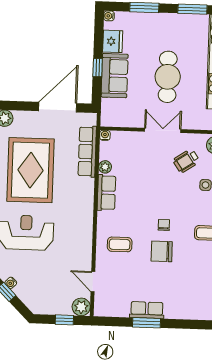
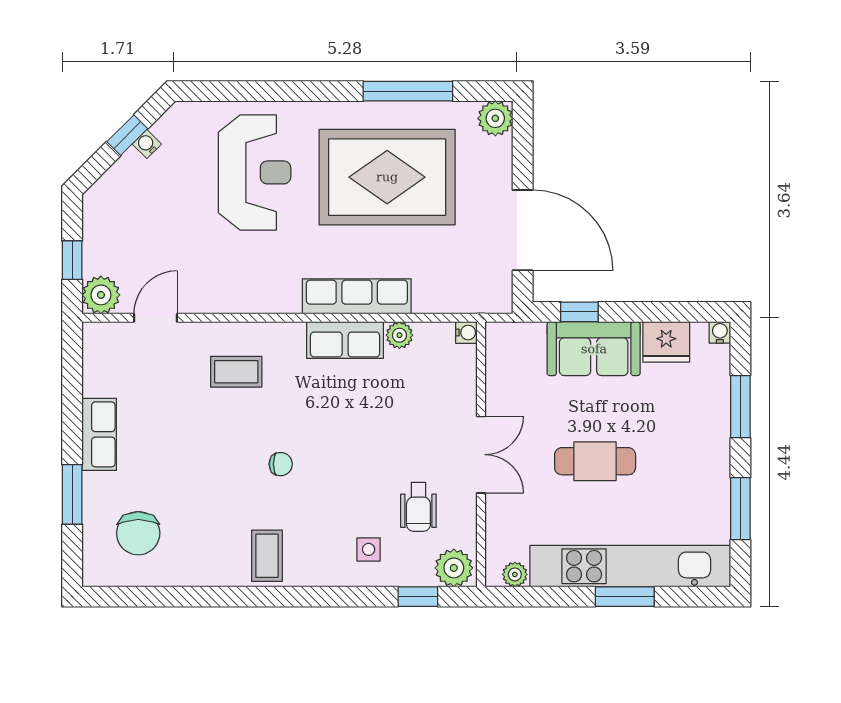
window: (98, 68) -> (579, 312), moved
cafe table: (168, 77) -> (595, 461), width x0.73, depth x0.74
row of seats: (87, 152) -> (357, 296), moved
wheelchair: (186, 161) -> (418, 507), turned -146
coffee table: (120, 244) -> (236, 372), turned 90
chair: (162, 251) -> (138, 533), moved, turned 180
window: (147, 323) -> (72, 494), moved

